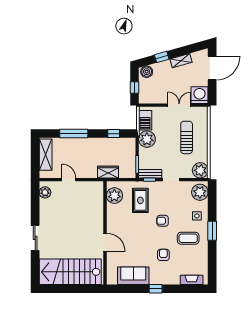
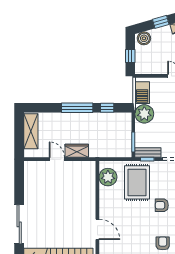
window: (74, 134) -> (77, 108), moved
wardrobe: (108, 172) -> (77, 151), moved
plant: (45, 192) -> (30, 174), removed
rug: (140, 200) -> (137, 182), width x1.36, depth x1.43
sliding door: (35, 238) -> (19, 224), width x1.37

